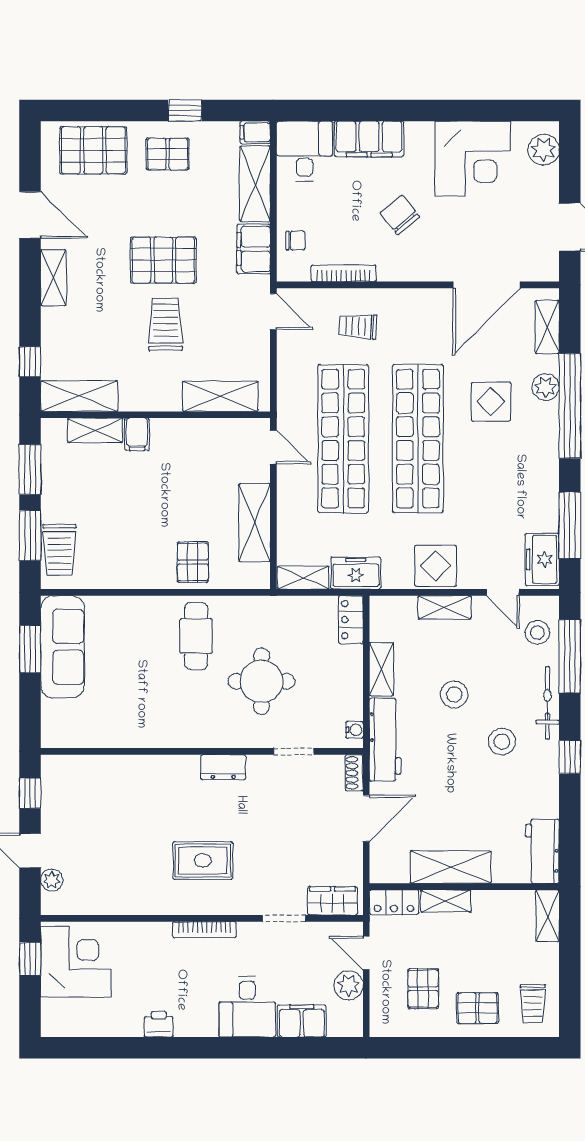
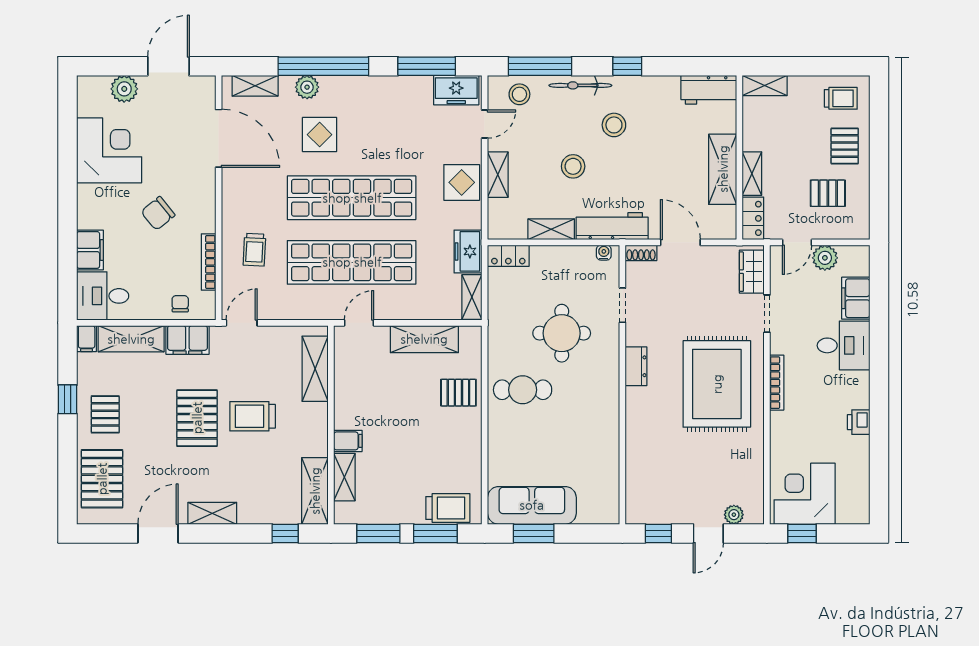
filing cabinet: (369, 139) -> (90, 250), width x0.67, depth x0.86
plant: (544, 150) -> (124, 89), moved
rug: (203, 860) -> (717, 384), width x1.86, depth x2.06

